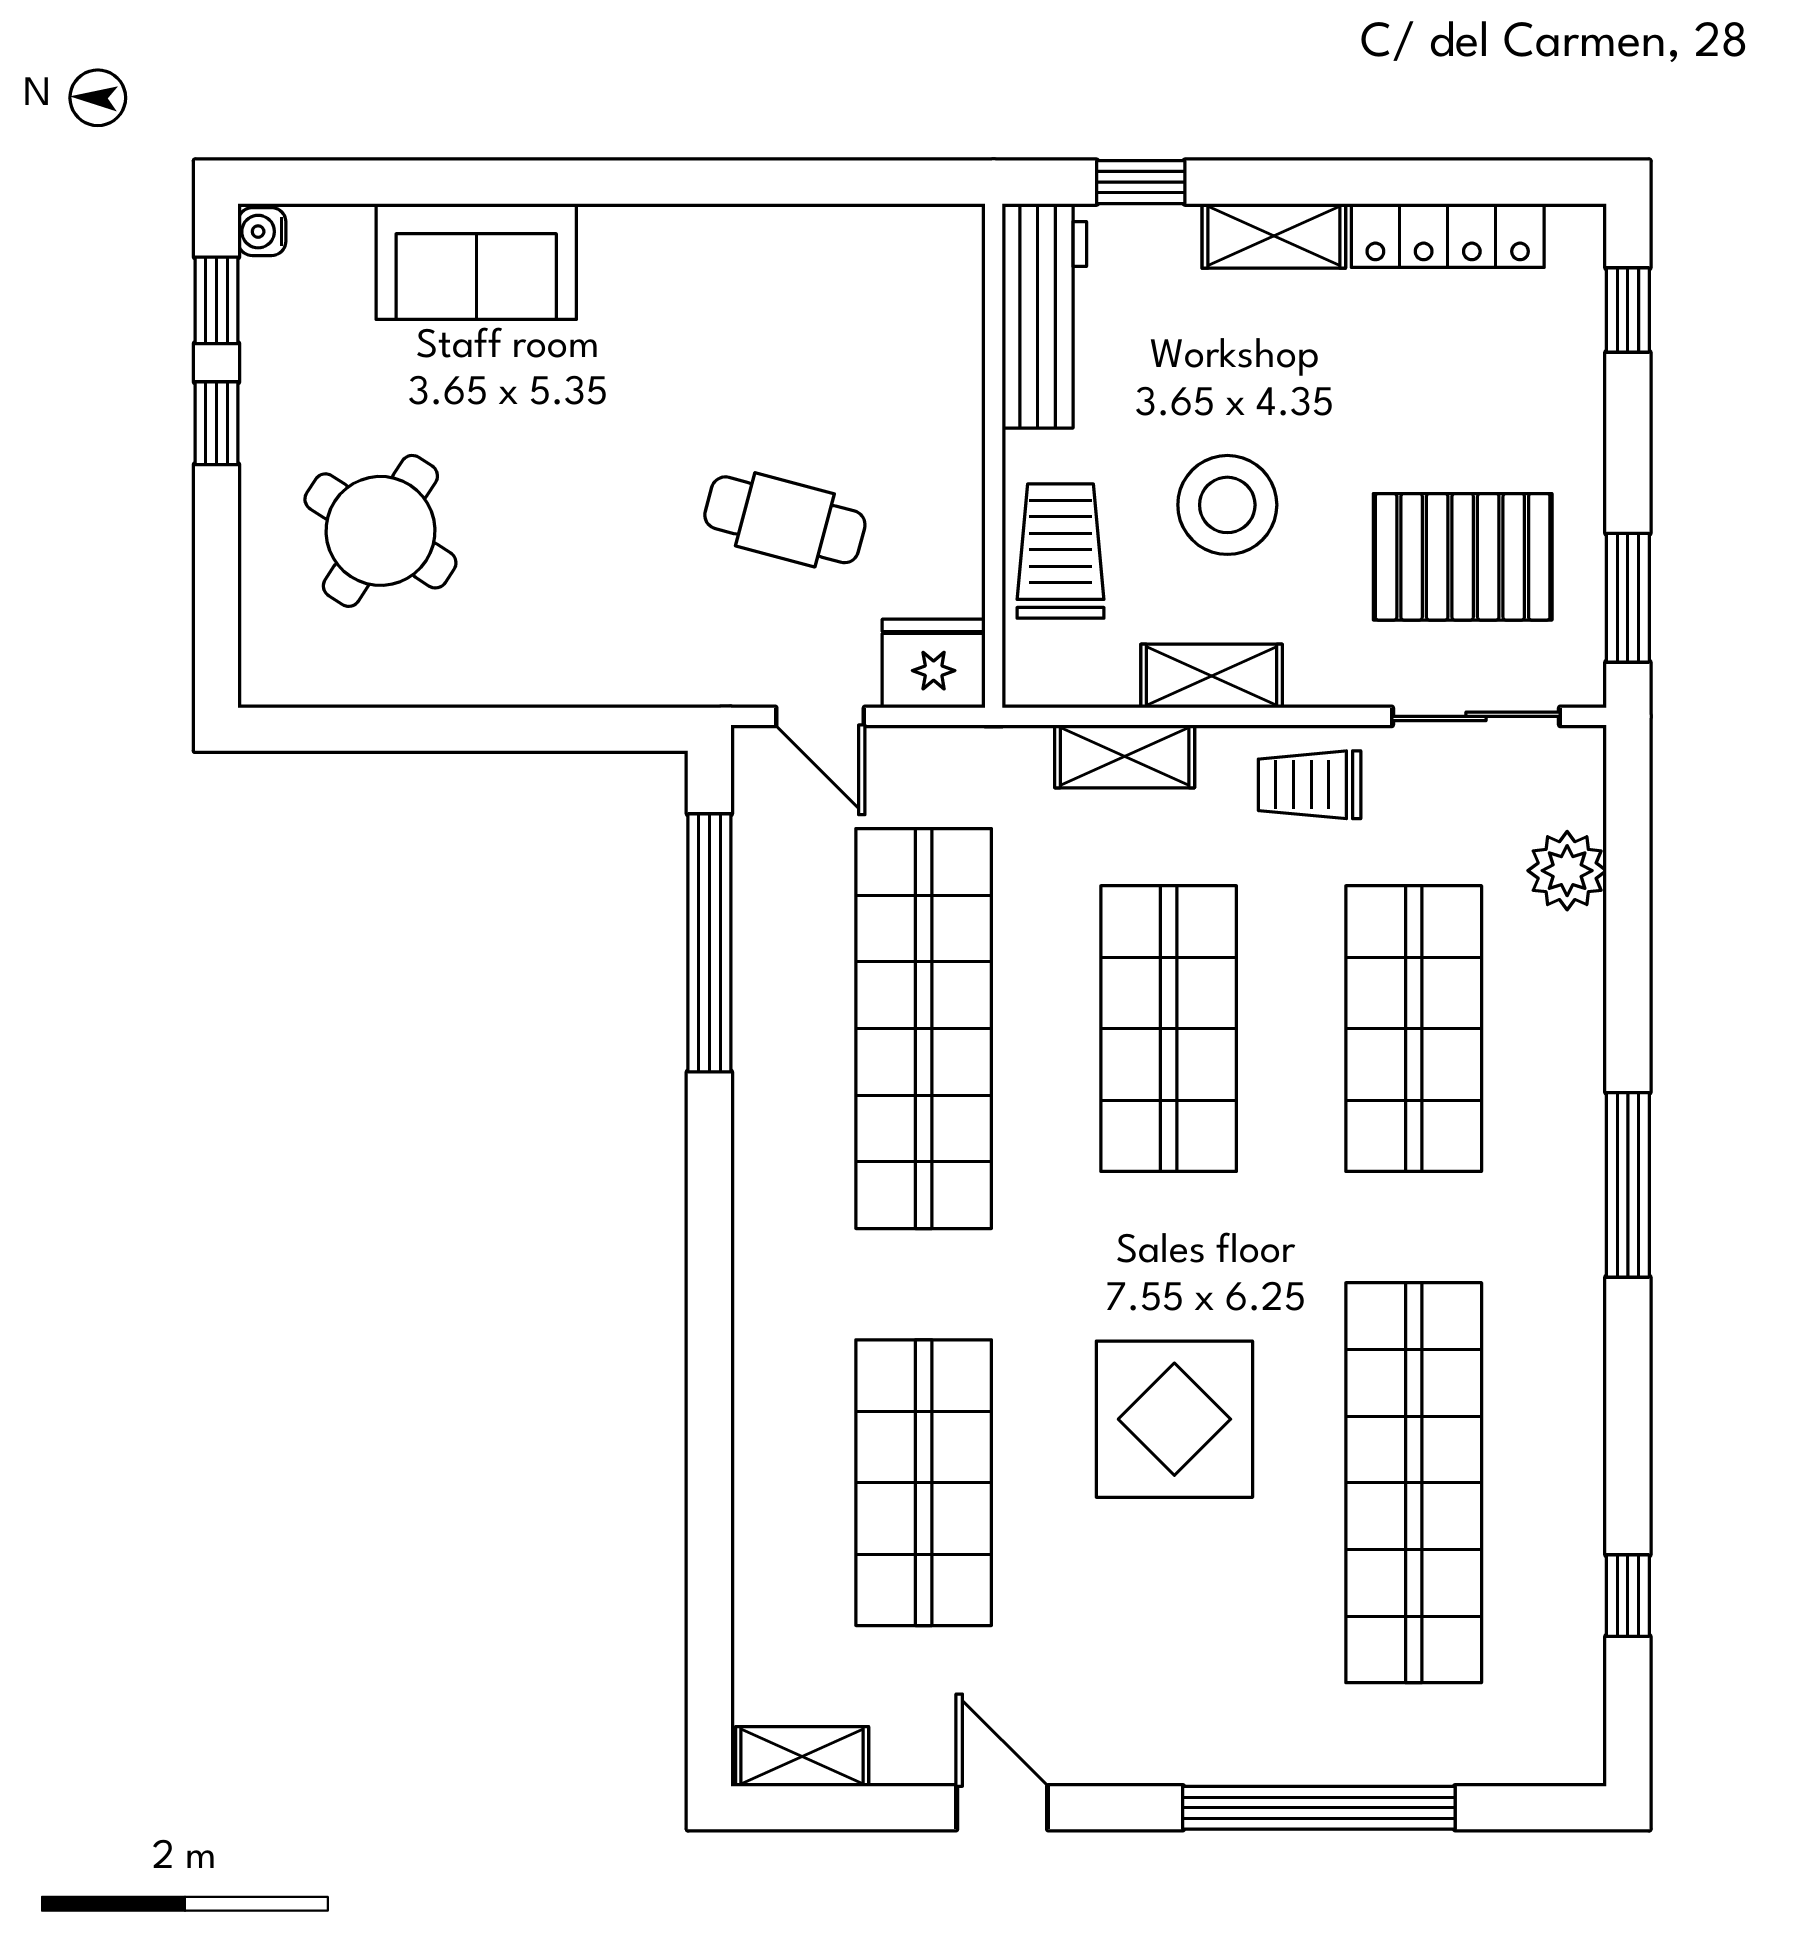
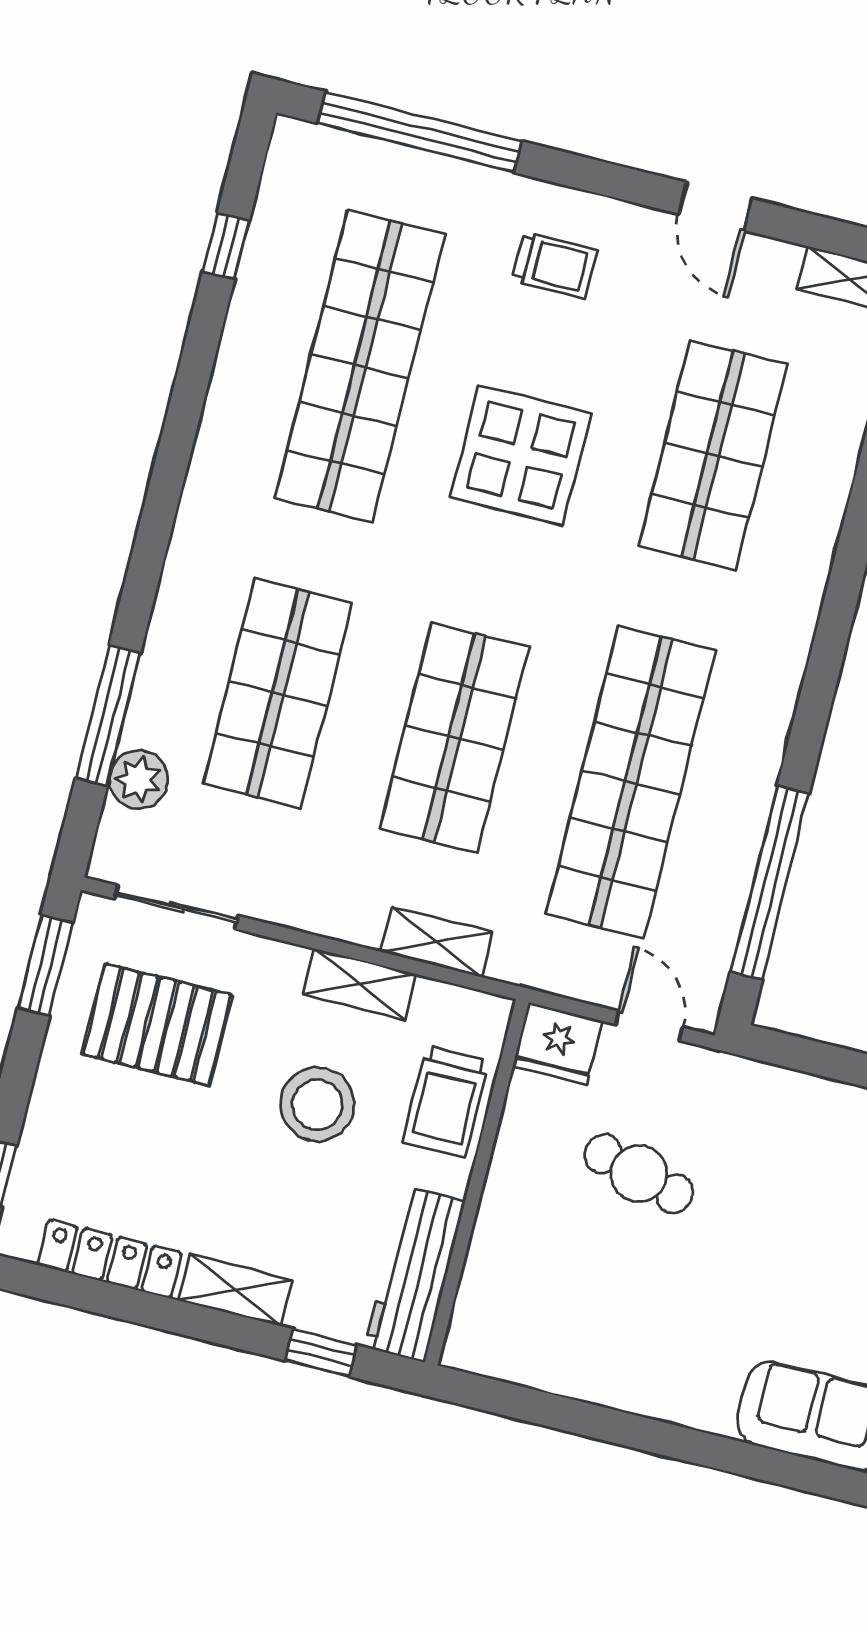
trolley: (1310, 785) -> (555, 265), moved
window: (1628, 1185) -> (108, 716), moved
window: (1319, 1808) -> (419, 132), moved

